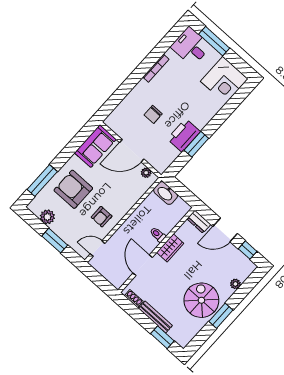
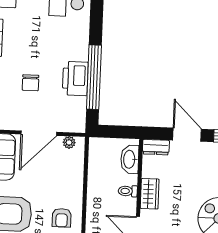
window: (196, 144) -> (94, 77), width x2.11
washbasin: (166, 193) -> (130, 159), moved, turned 90
door: (225, 230) -> (187, 135), swing flipped

